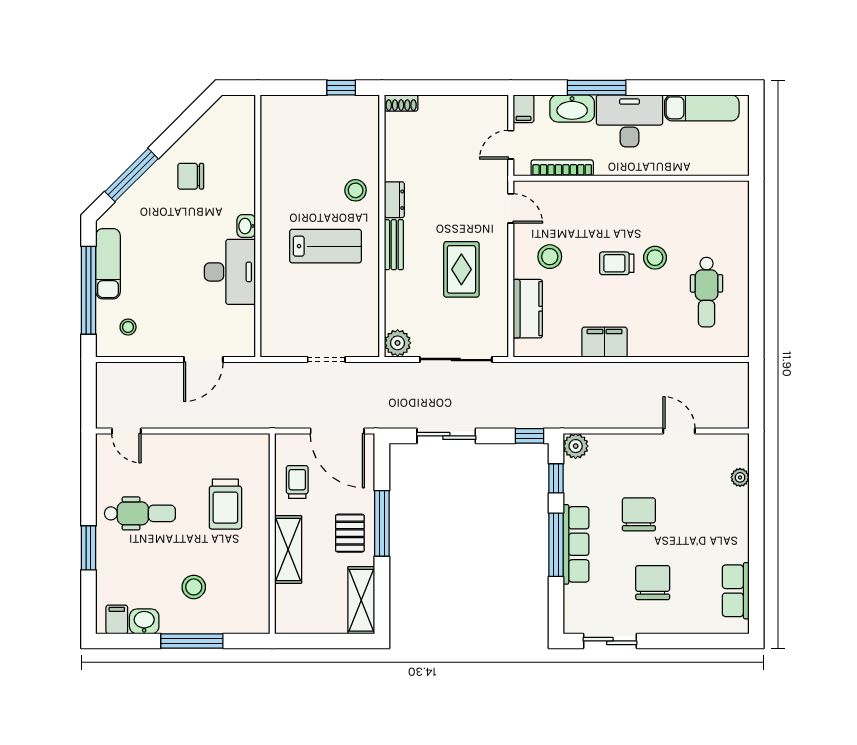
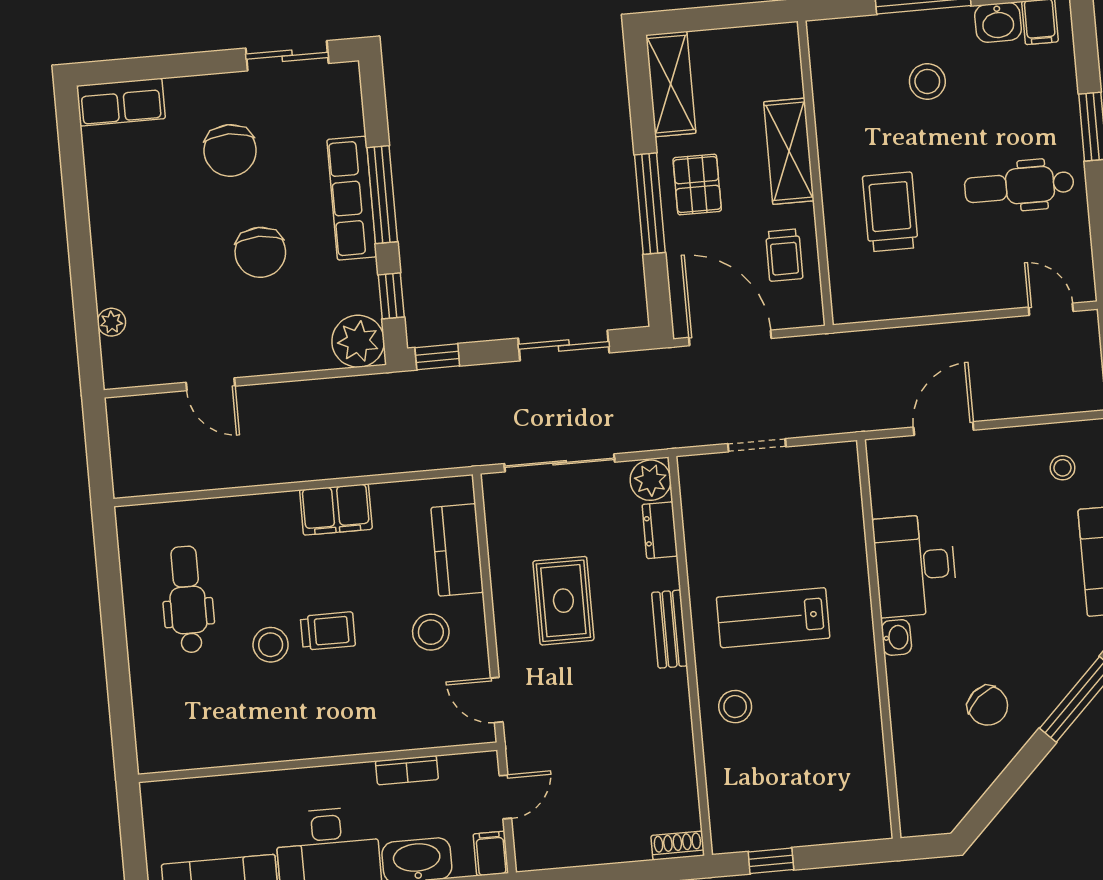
bookcase: (562, 168) -> (407, 770), width x0.64
chair: (191, 176) -> (988, 706), turned 49
dresser: (394, 200) -> (660, 530), moved
plant: (576, 446) -> (358, 341), width x1.36, depth x1.36
row of seats: (736, 591) -> (121, 102), moved, turned 90

